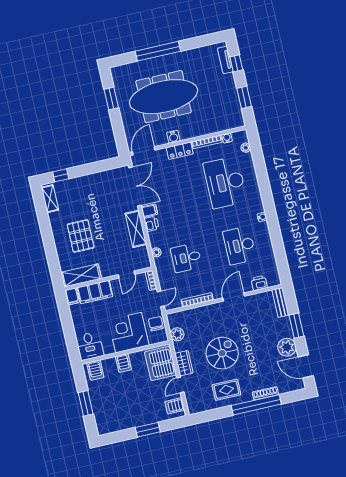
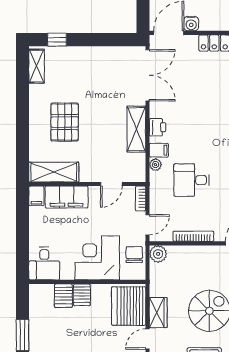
water cooler: (173, 137) -> (191, 24), moved
filing cabinet: (149, 211) -> (159, 150), moved
plant: (177, 334) -> (158, 254), moved
server rack: (95, 370) -> (63, 296), moved

